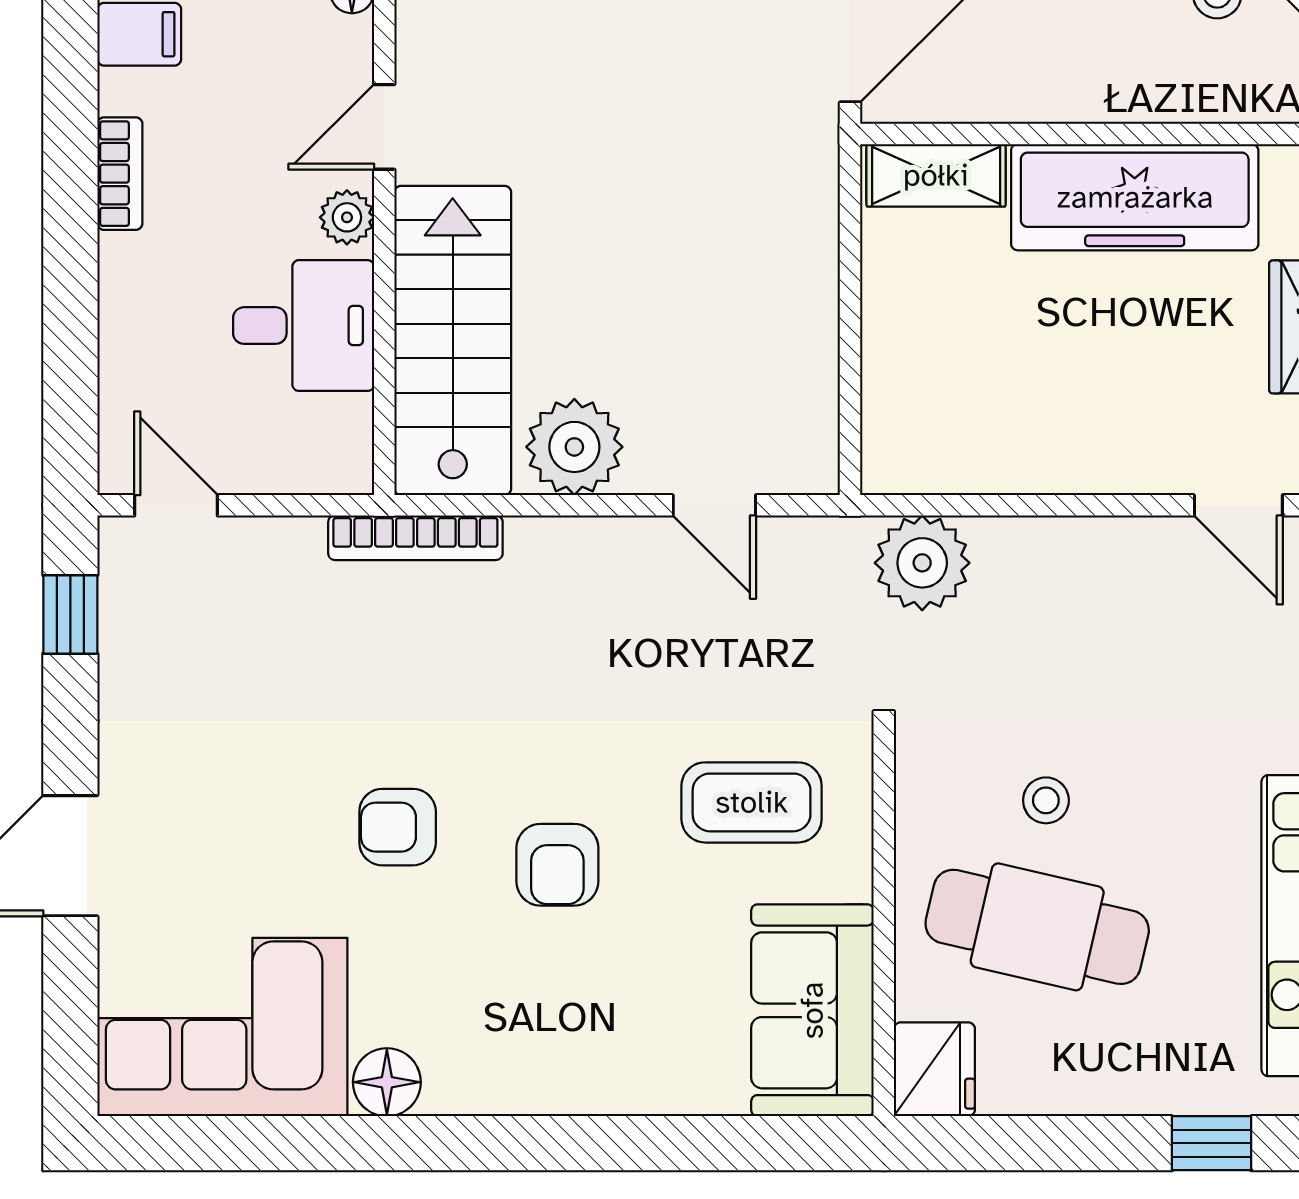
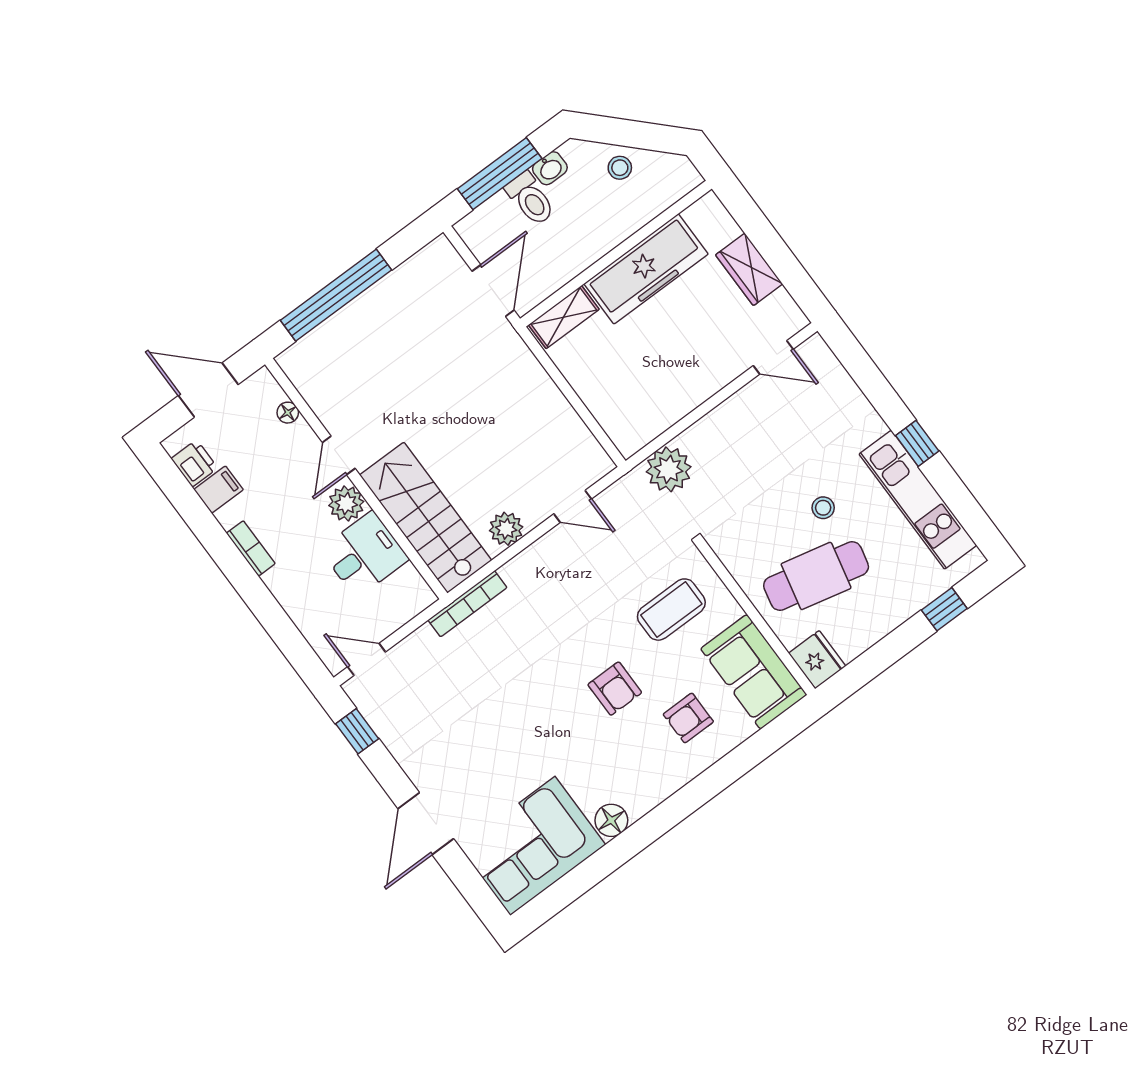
plant: (347, 217) -> (346, 503), width x1.38, depth x1.38
plant: (574, 447) -> (506, 529), width x0.73, depth x0.73
stool: (1046, 800) -> (823, 508), moved
armchair: (398, 827) -> (688, 718), moved

